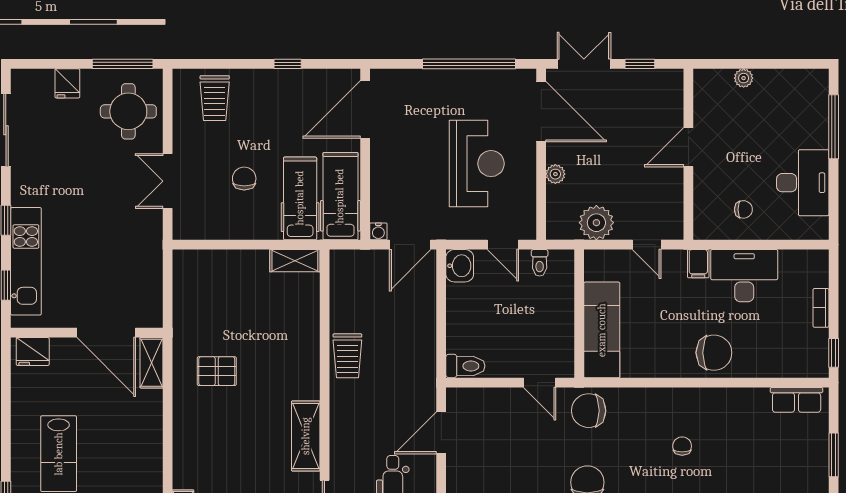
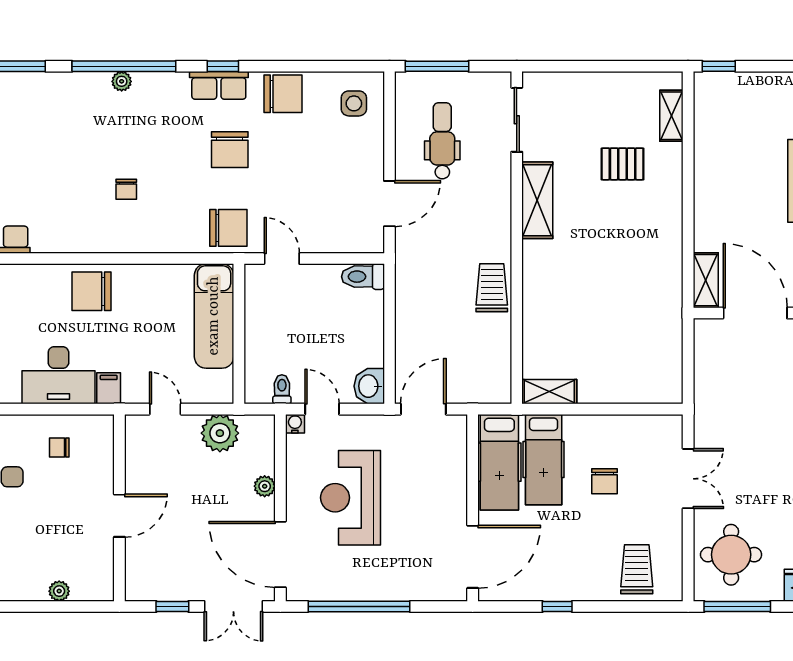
water cooler: (378, 231) -> (295, 424), moved
pallet: (217, 371) -> (623, 164), moved

